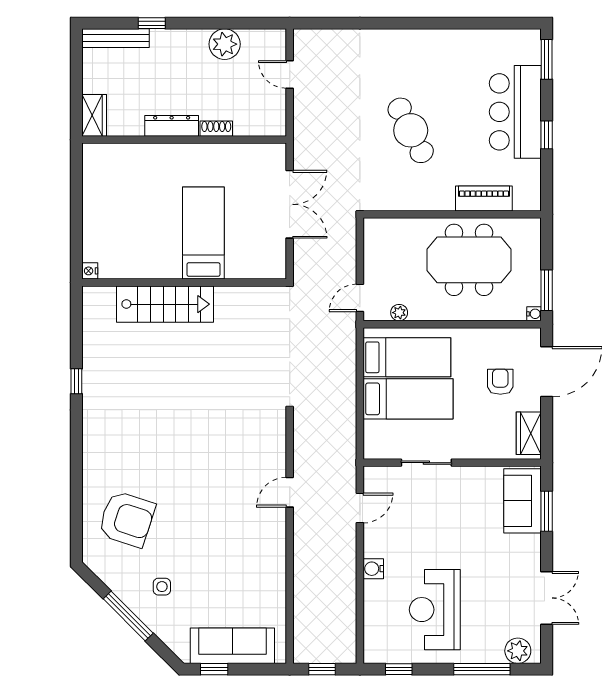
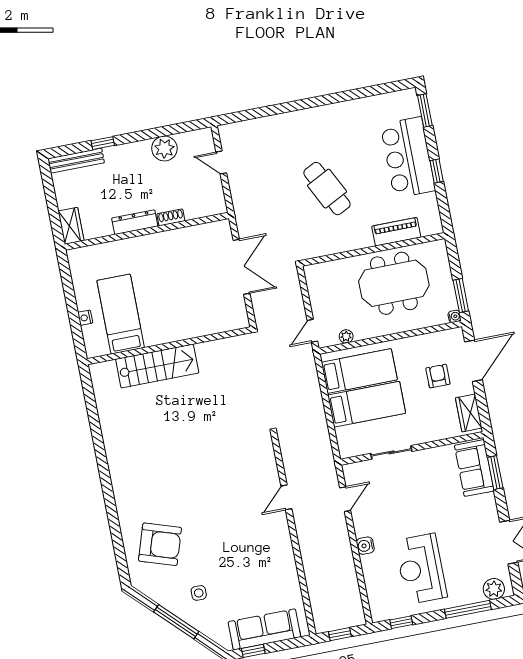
bed: (203, 233) -> (121, 314), moved
nightstand: (90, 271) -> (85, 318), moved
window: (76, 381) -> (98, 442), removed

